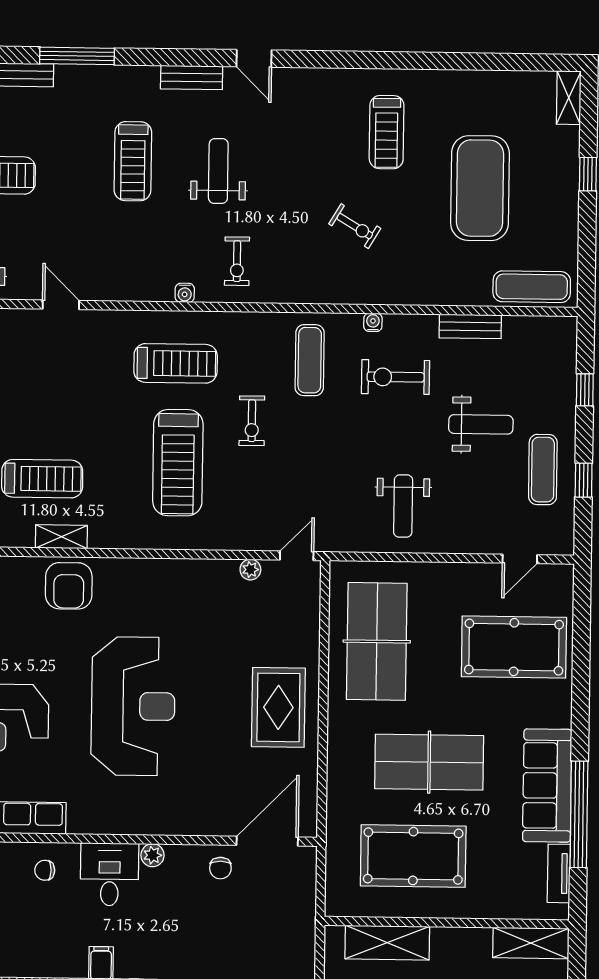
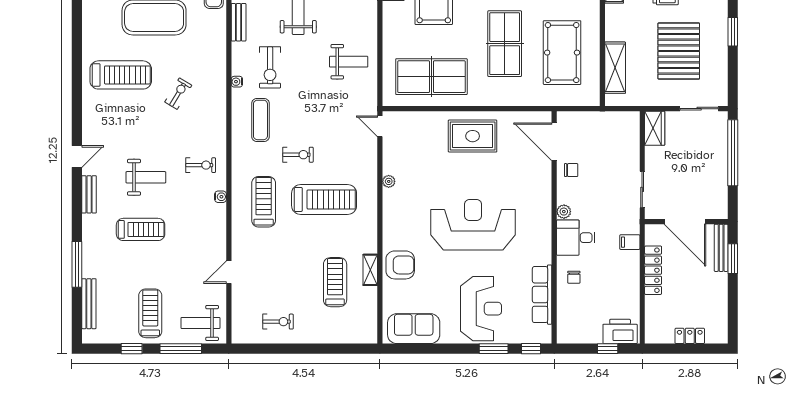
treadmill: (387, 132) -> (121, 75), width x1.37, depth x1.38
weight bench: (218, 171) -> (146, 177), turned 180
exercise mat: (310, 360) -> (260, 120), turned 90
plant: (250, 570) -> (389, 181), moved

